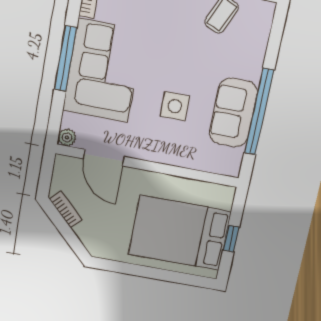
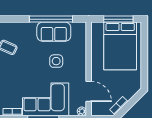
door: (104, 158) -> (89, 91), hinge flipped
window: (231, 239) -> (118, 19), width x2.17

